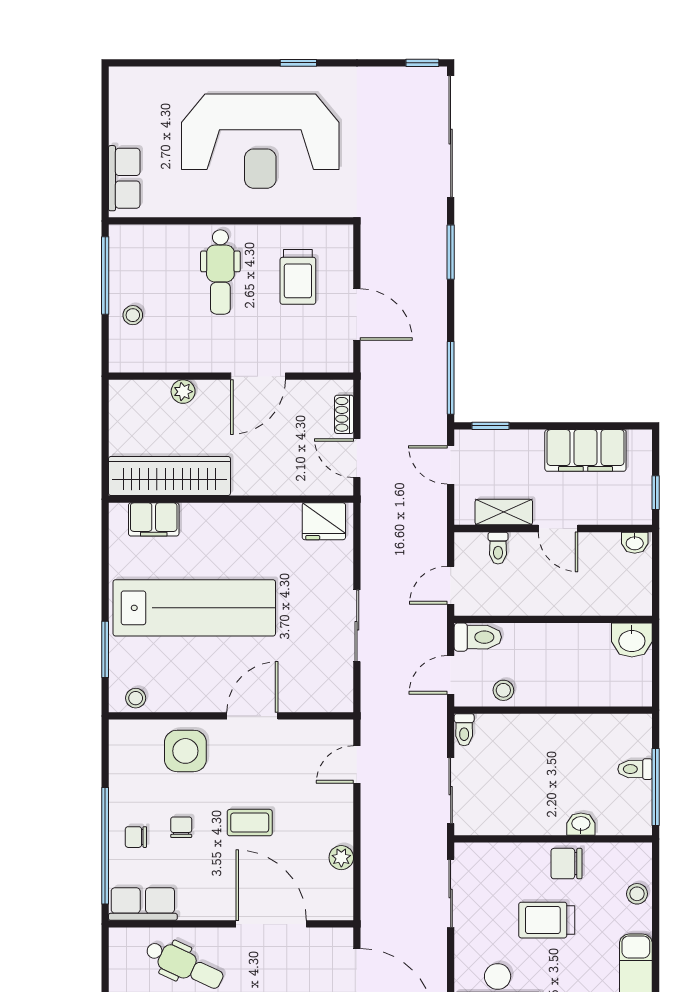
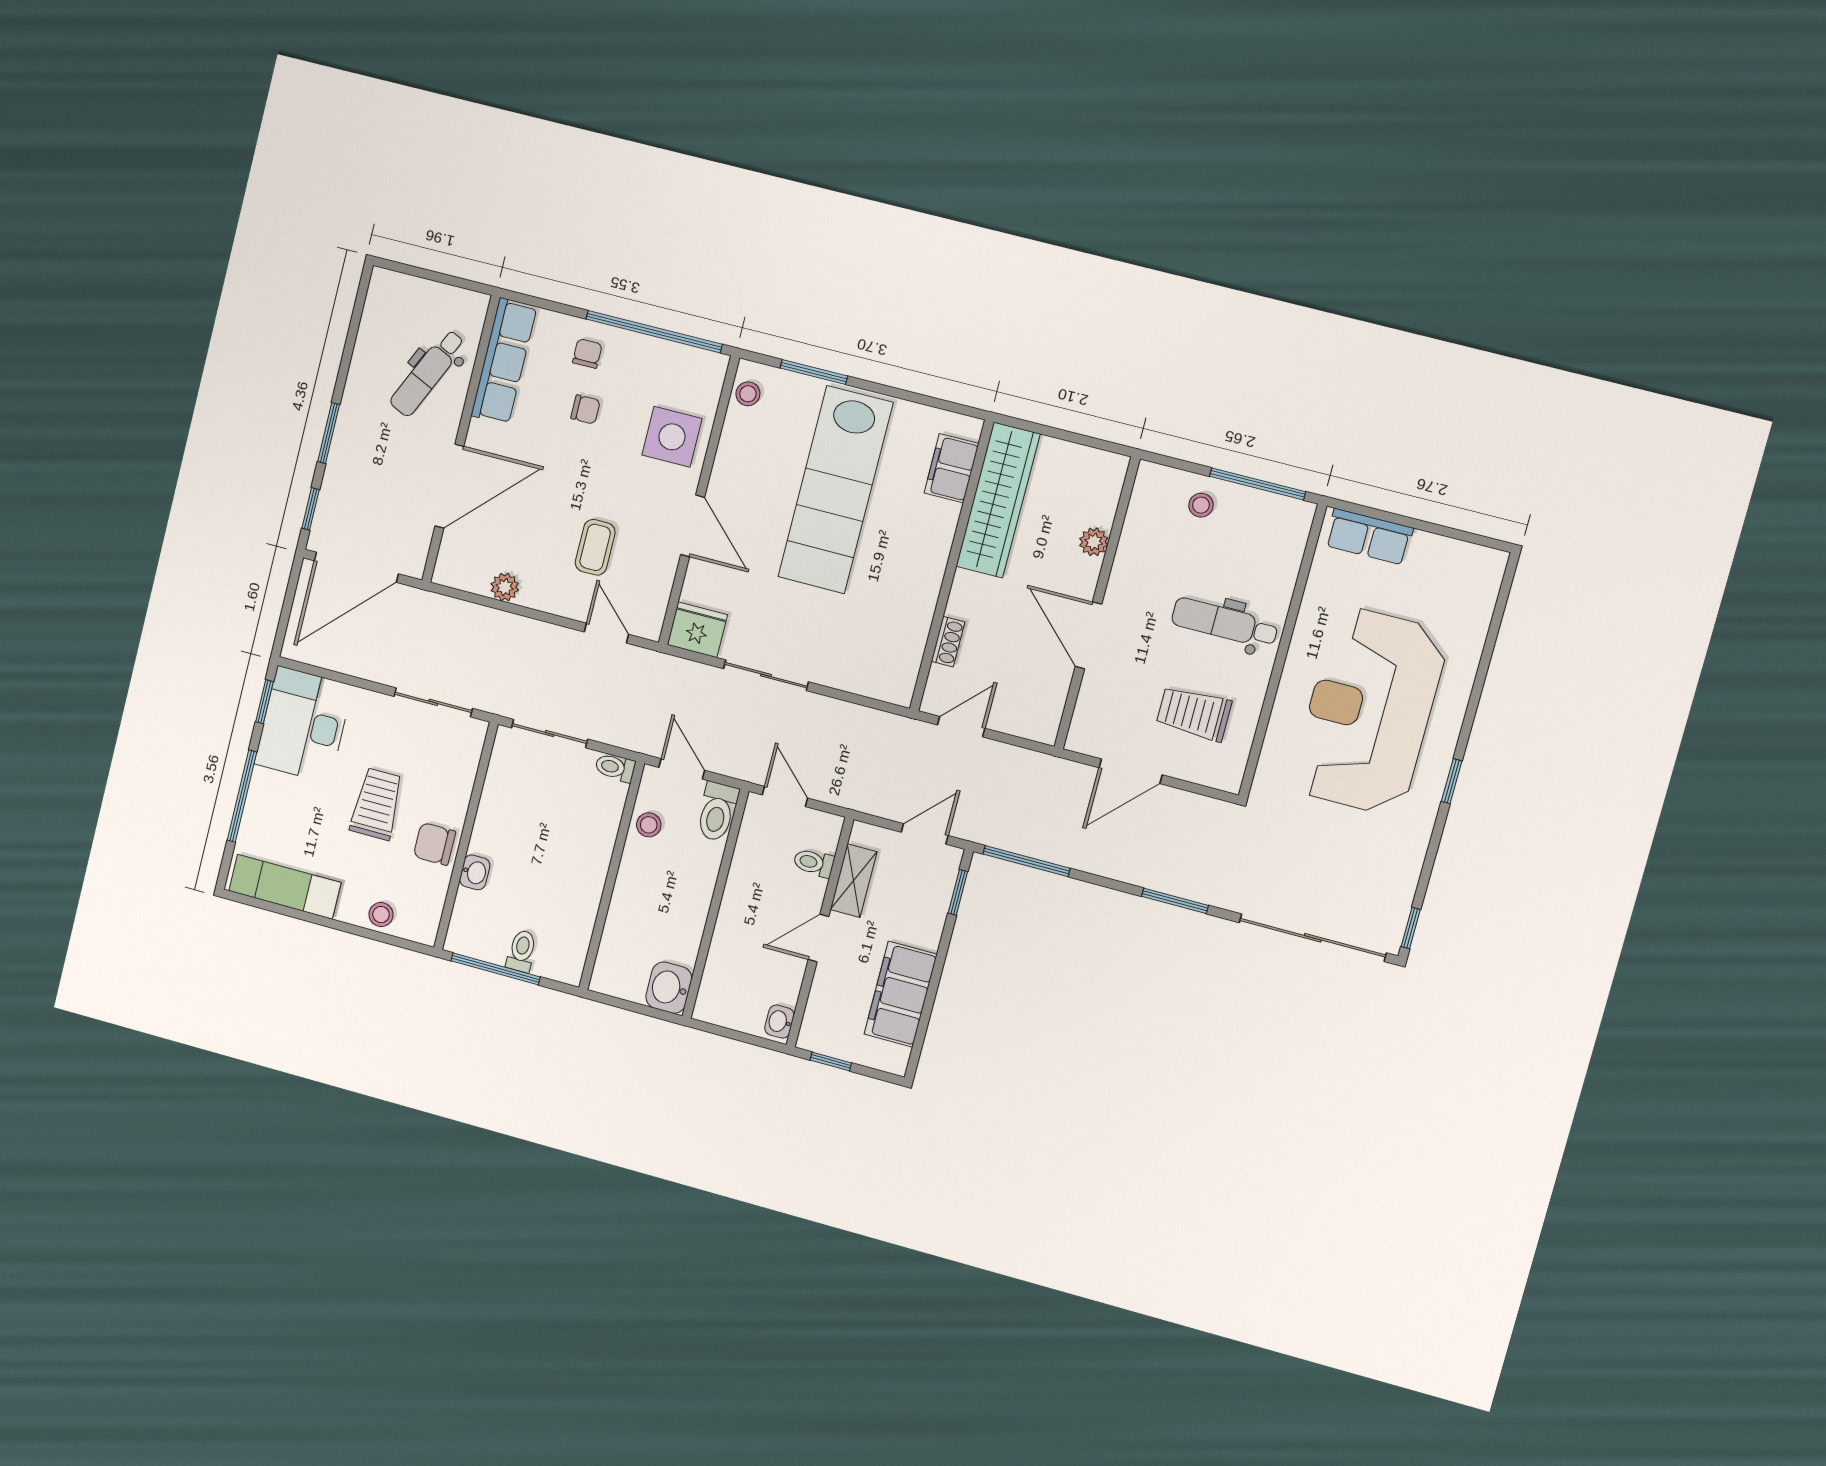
shoe rack: (344, 414) -> (948, 642), moved, turned 90
fridge: (324, 521) -> (697, 630), moved, turned 90
coffee table: (250, 823) -> (595, 547), moved
window: (105, 846) -> (654, 332), moved
chair: (567, 864) -> (434, 844), turned -90
row of seats: (143, 904) -> (504, 361), width x1.48

